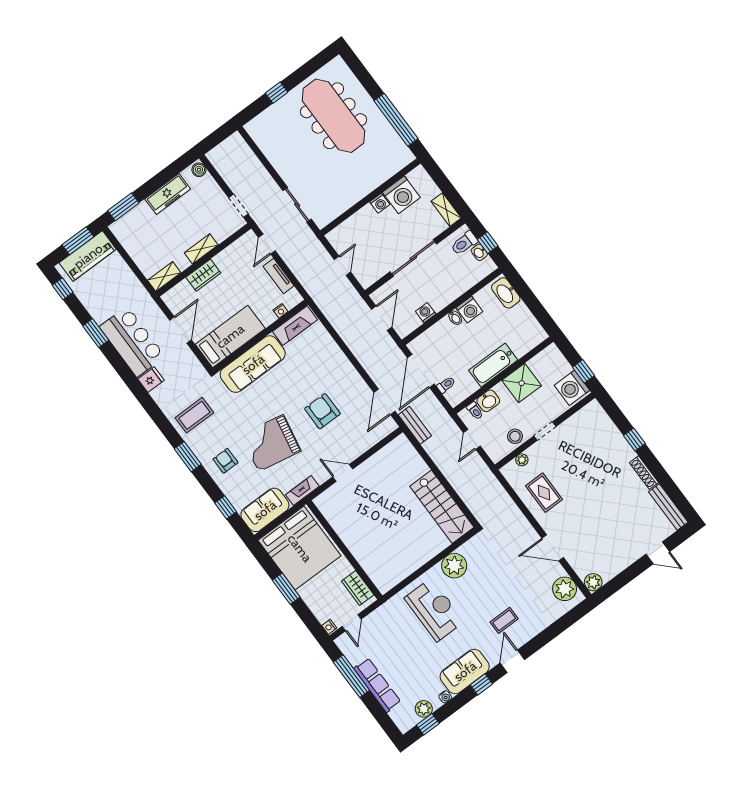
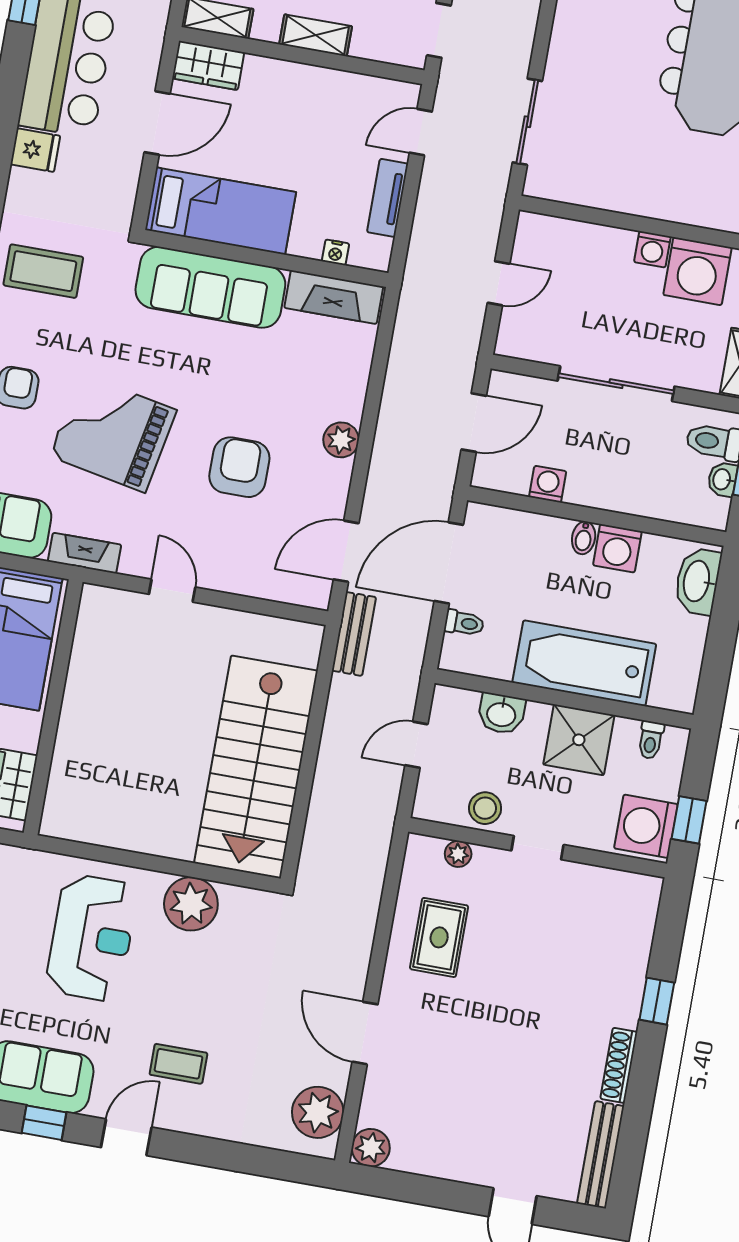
wardrobe: (203, 275) -> (208, 65), moved
bathtub: (493, 365) -> (584, 663), width x1.36, depth x1.36
plant: (345, 368) -> (341, 440), added
toilet: (475, 411) -> (651, 740), moved
stairs: (442, 507) -> (256, 767), width x1.36, depth x1.51

